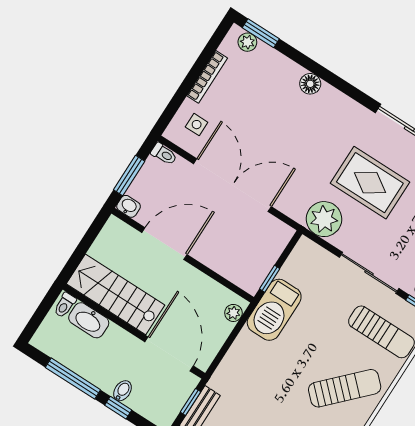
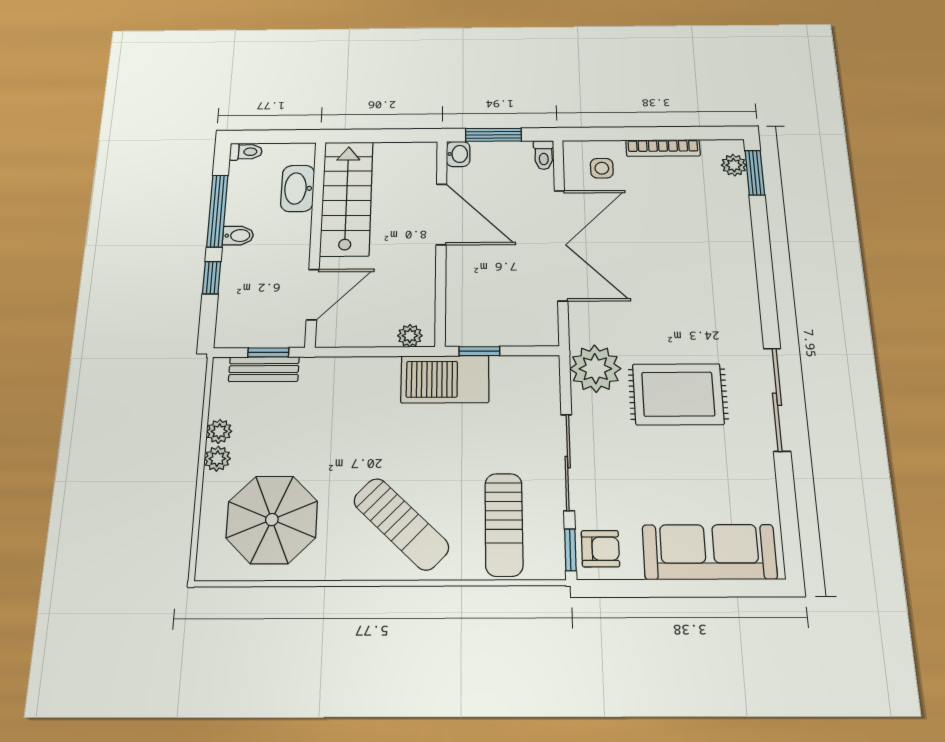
floor lamp: (310, 84) -> (741, 257), removed
rug: (370, 183) -> (678, 394), turned 90
toilet: (65, 305) -> (246, 152), moved, turned 180
door: (169, 354) -> (313, 295), width x0.73
bidet: (123, 391) -> (238, 236), moved

